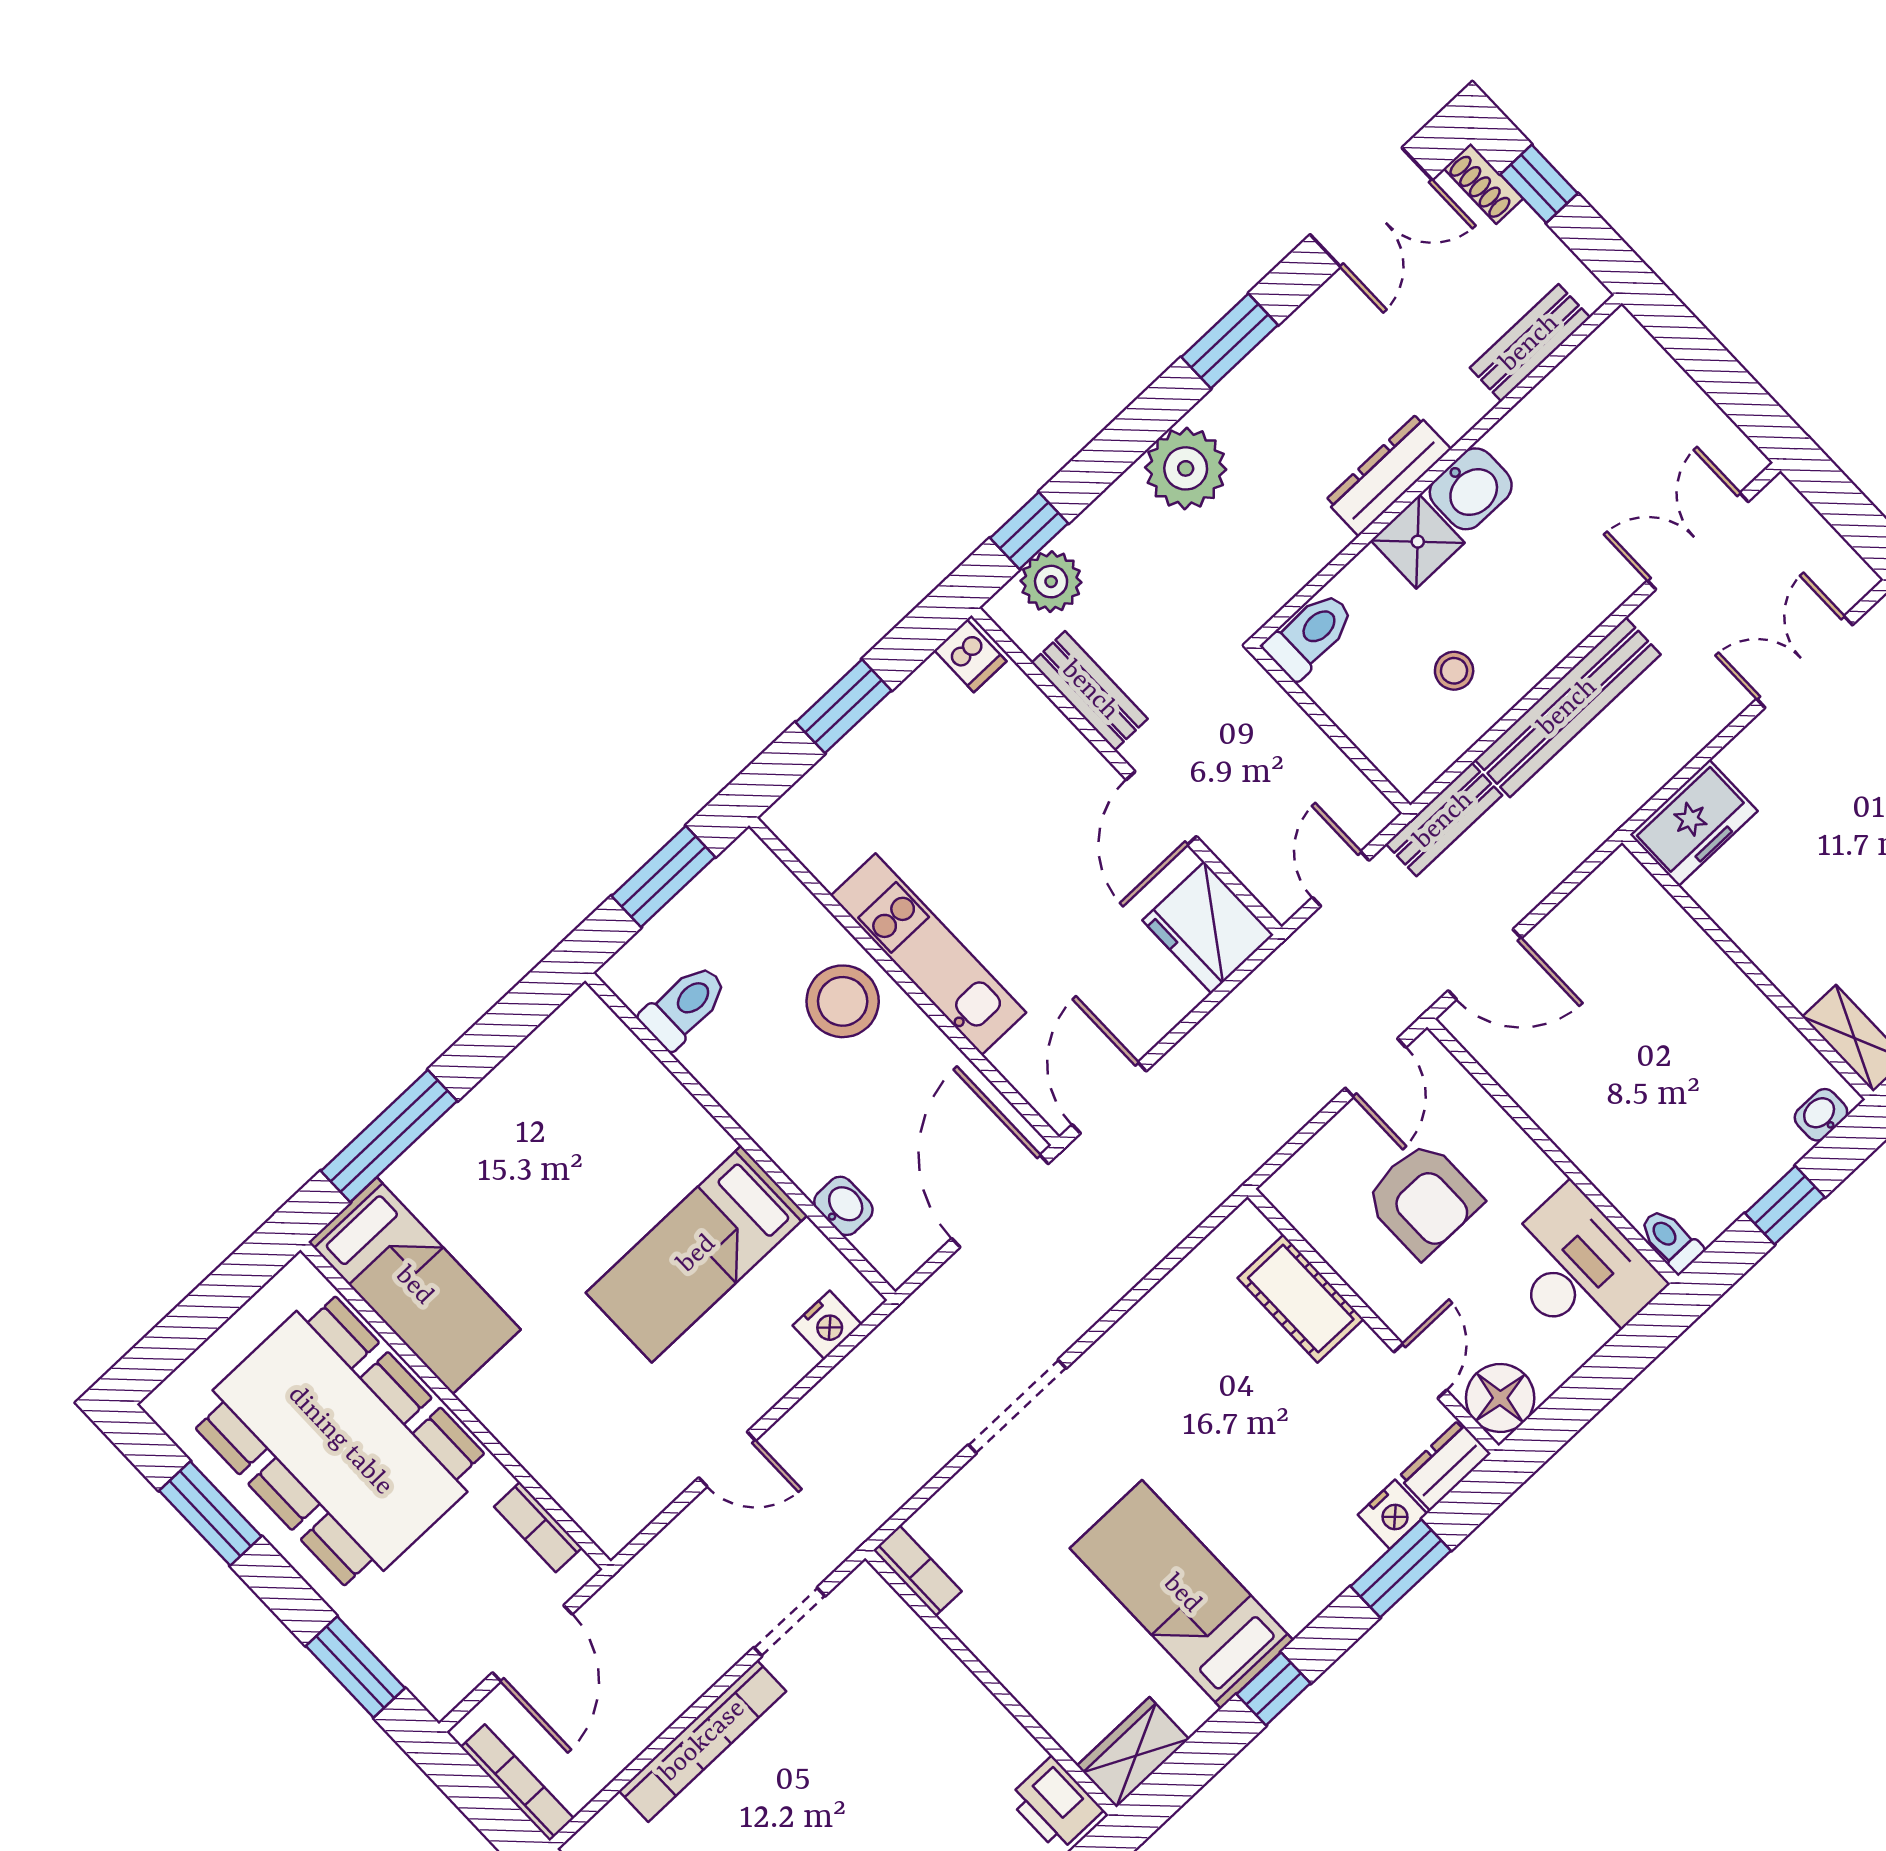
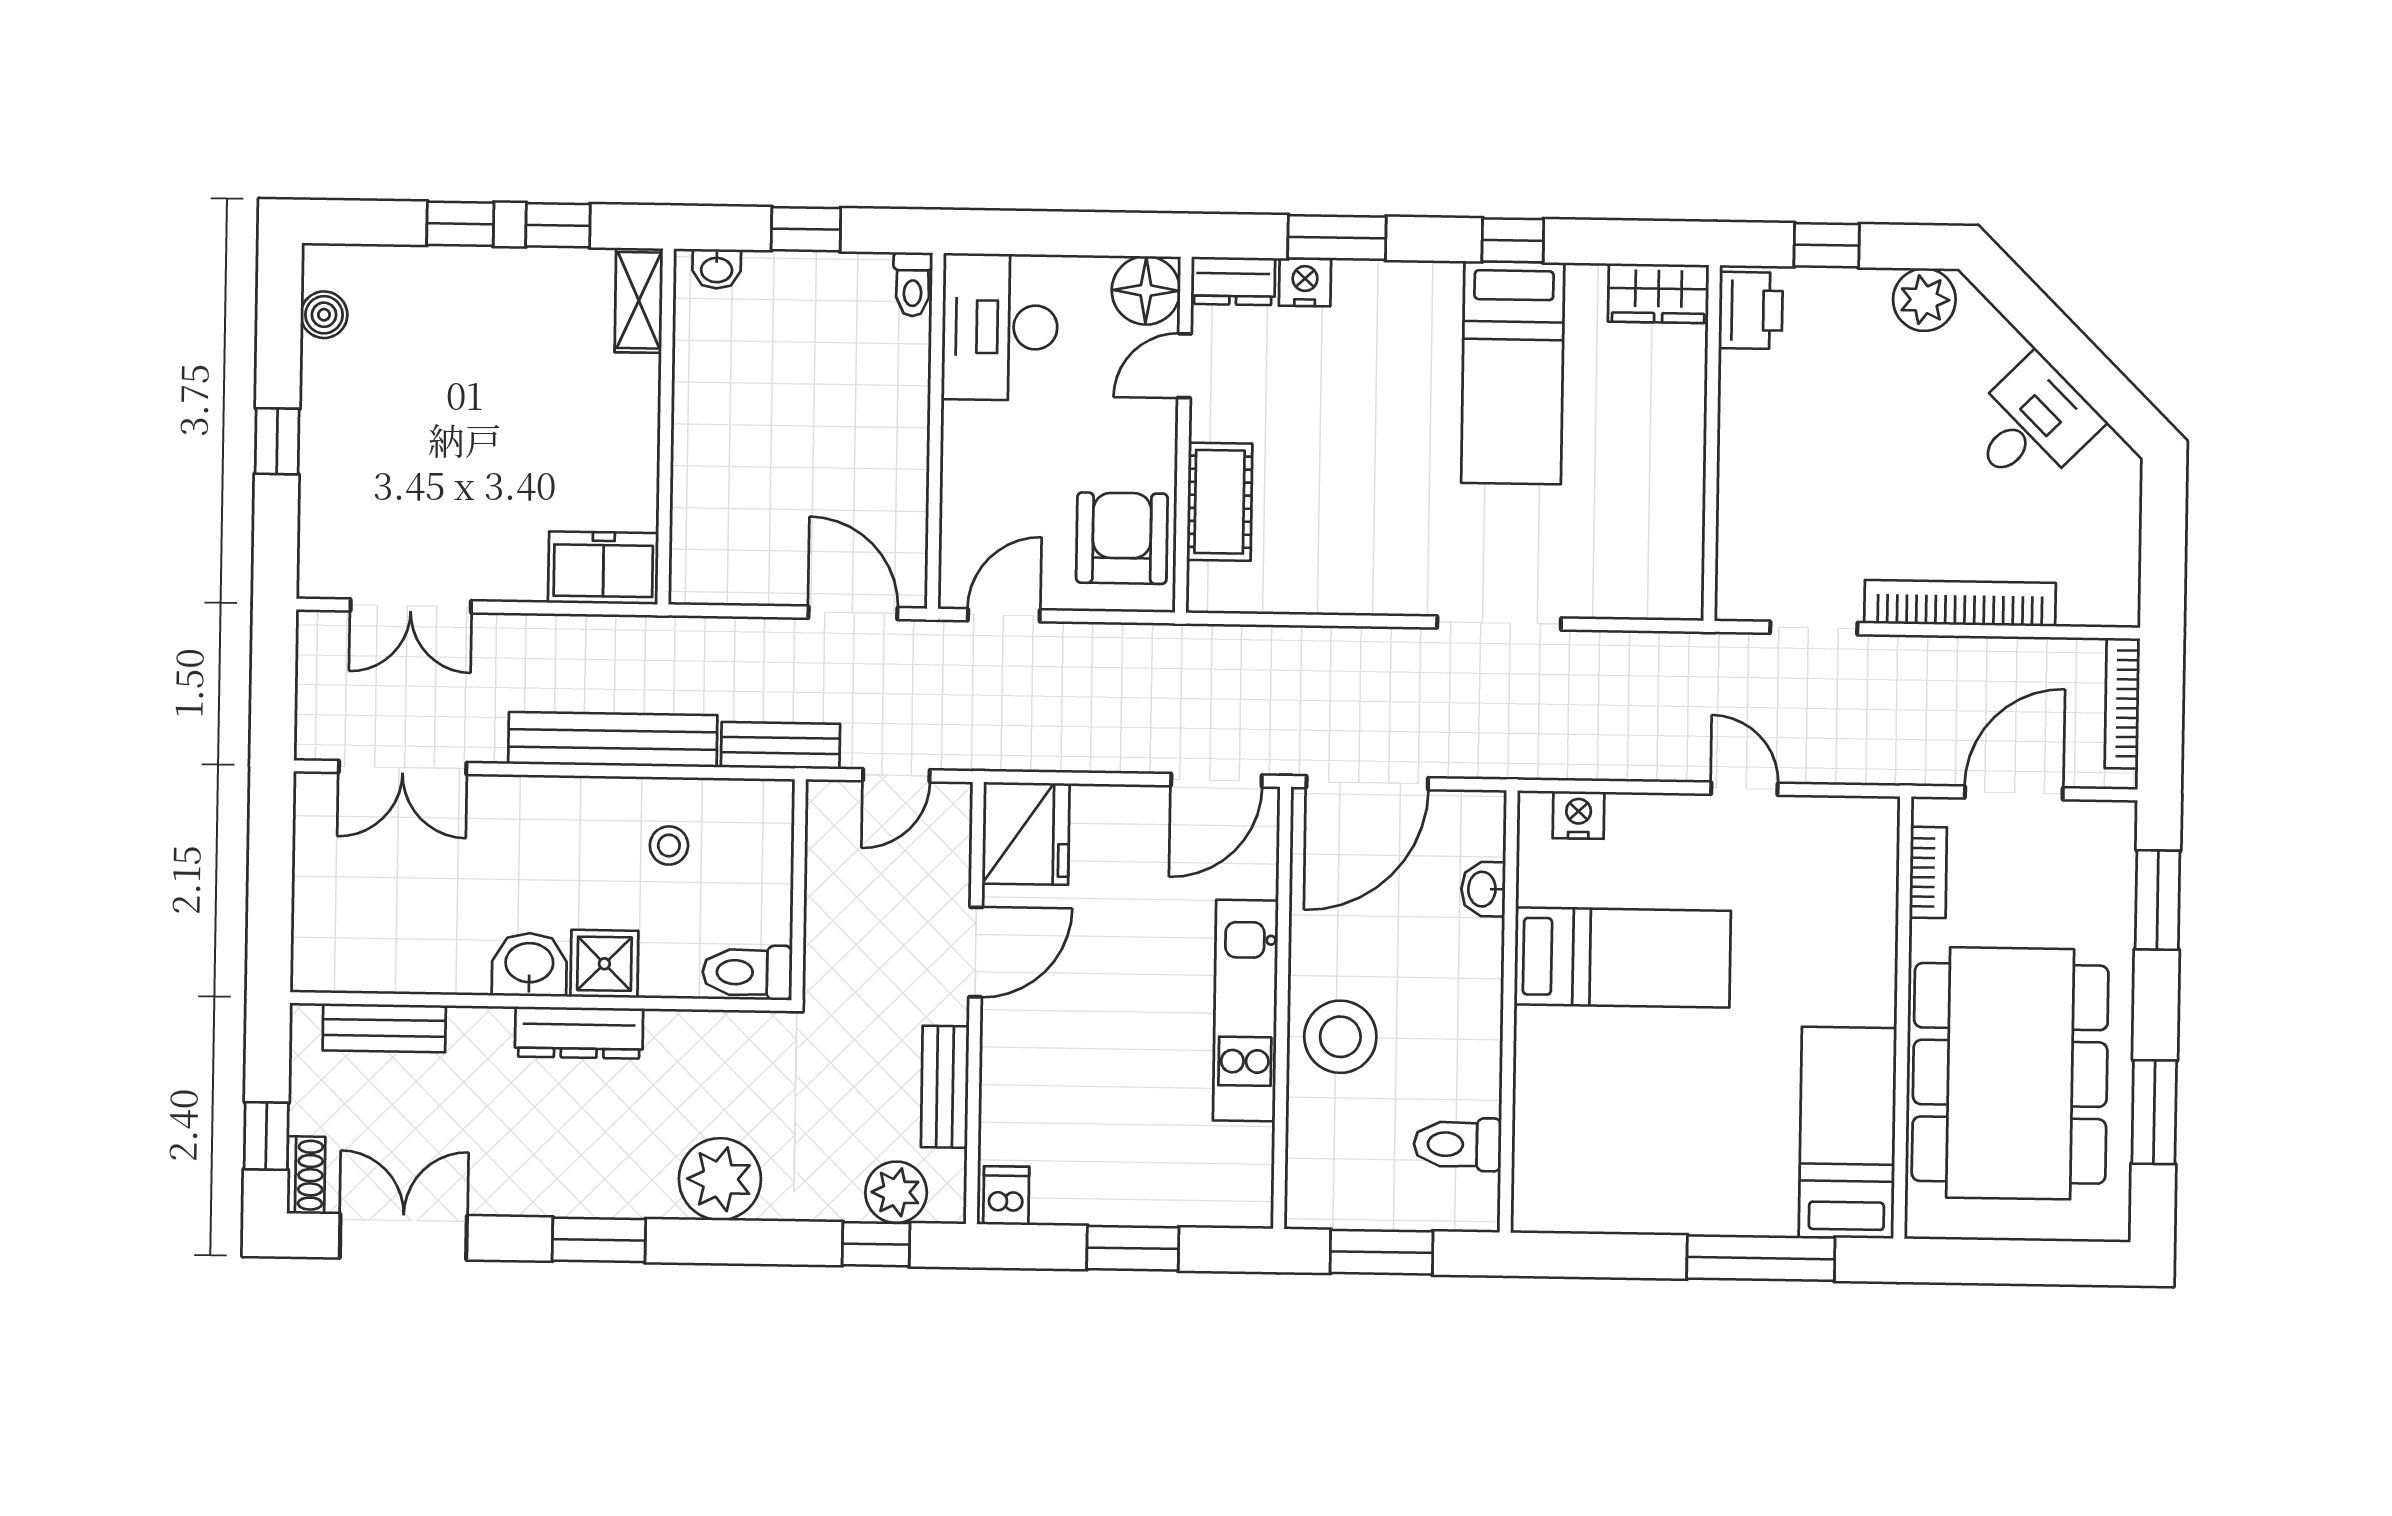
armchair: (1423, 1199) -> (1122, 538), moved
bookcase: (917, 1571) -> (1686, 575), removed

